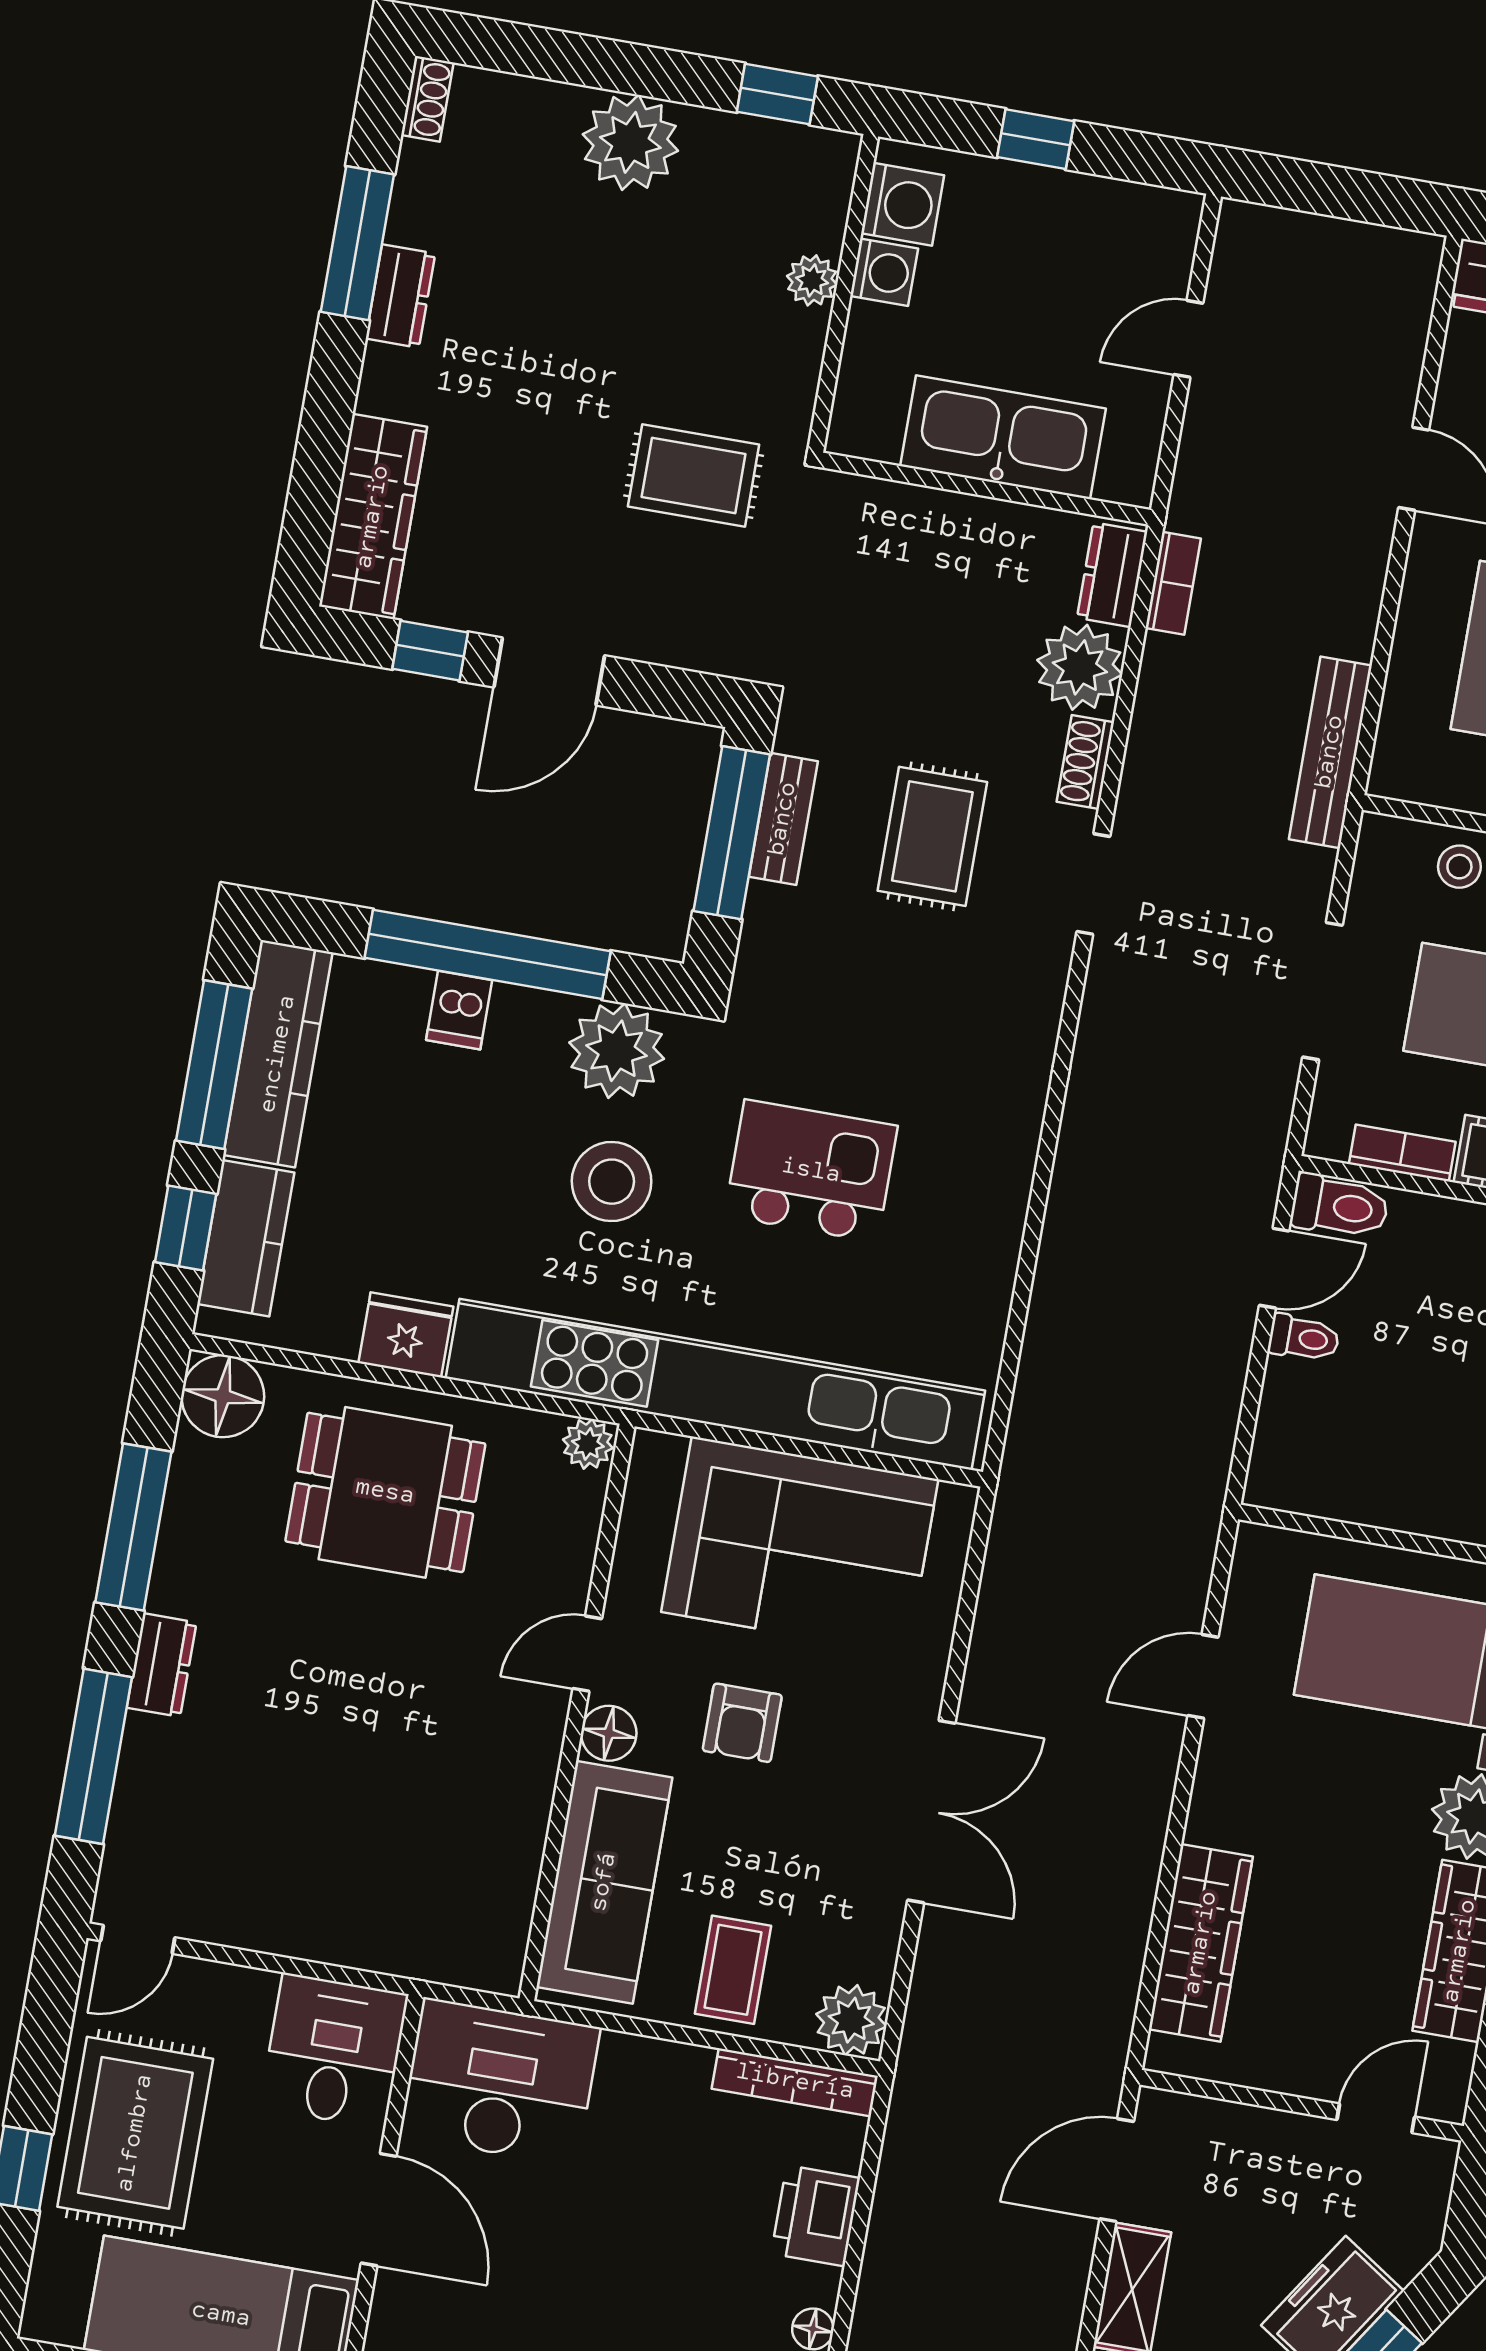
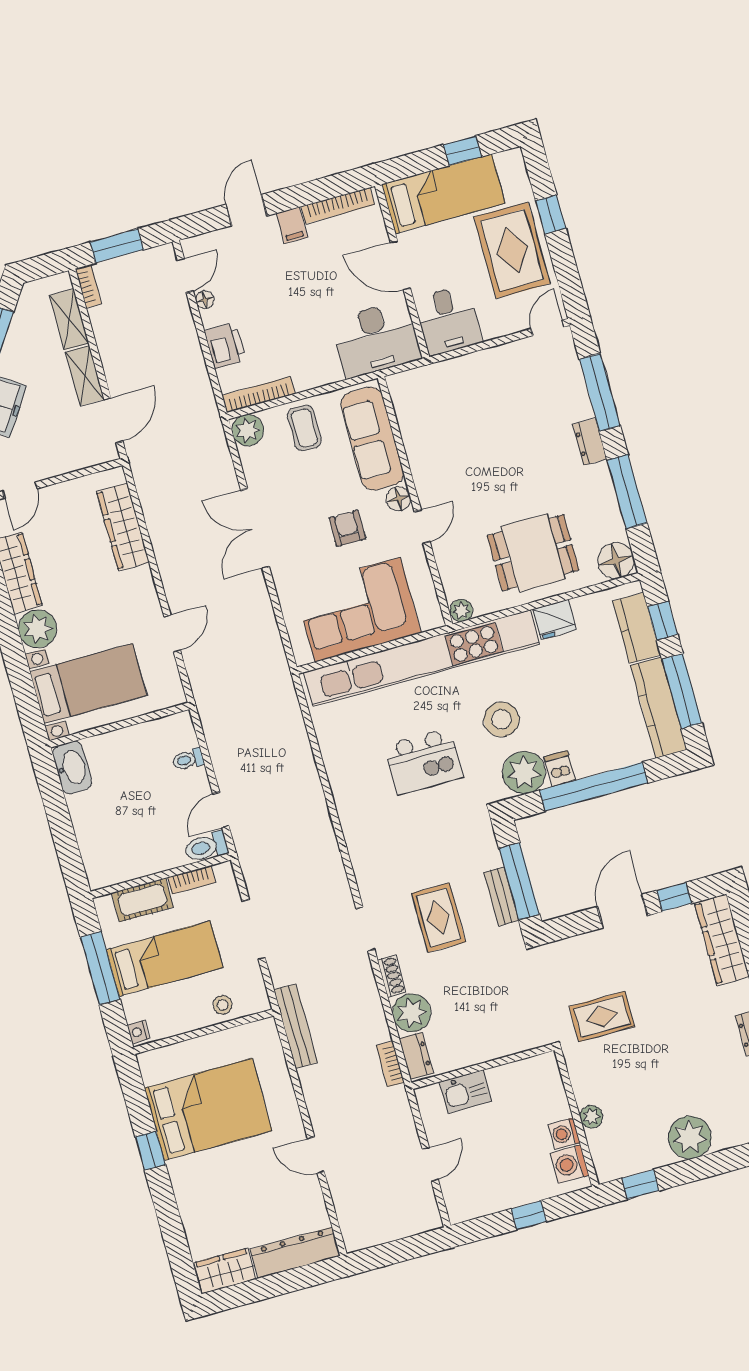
kitchen sink: (1003, 437) -> (465, 1092), width x0.53, depth x0.81
dishwasher: (459, 1010) -> (560, 769), moved
toilet: (1304, 1338) -> (188, 759), moved

